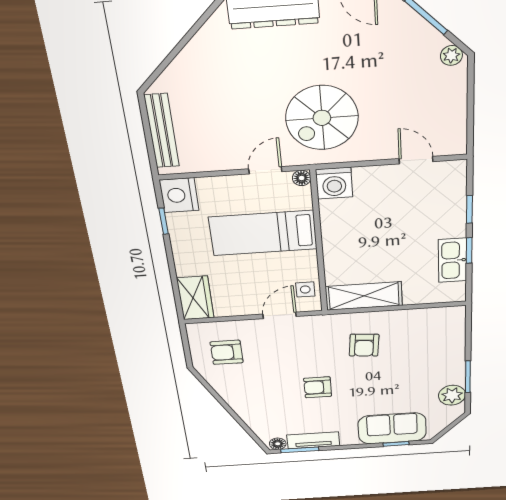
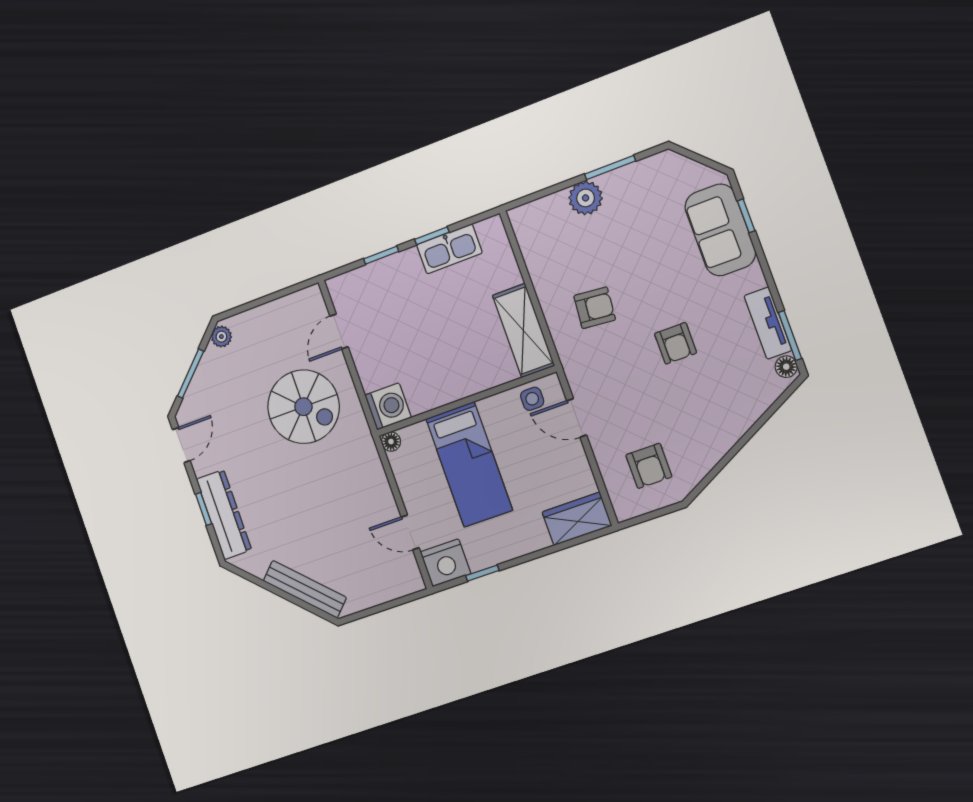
spiral stairs: (322, 118) -> (303, 407), moved
bench: (162, 131) -> (305, 589), moved, turned 45
door: (265, 170) -> (410, 532), moved
plant: (452, 395) -> (586, 198), moved

